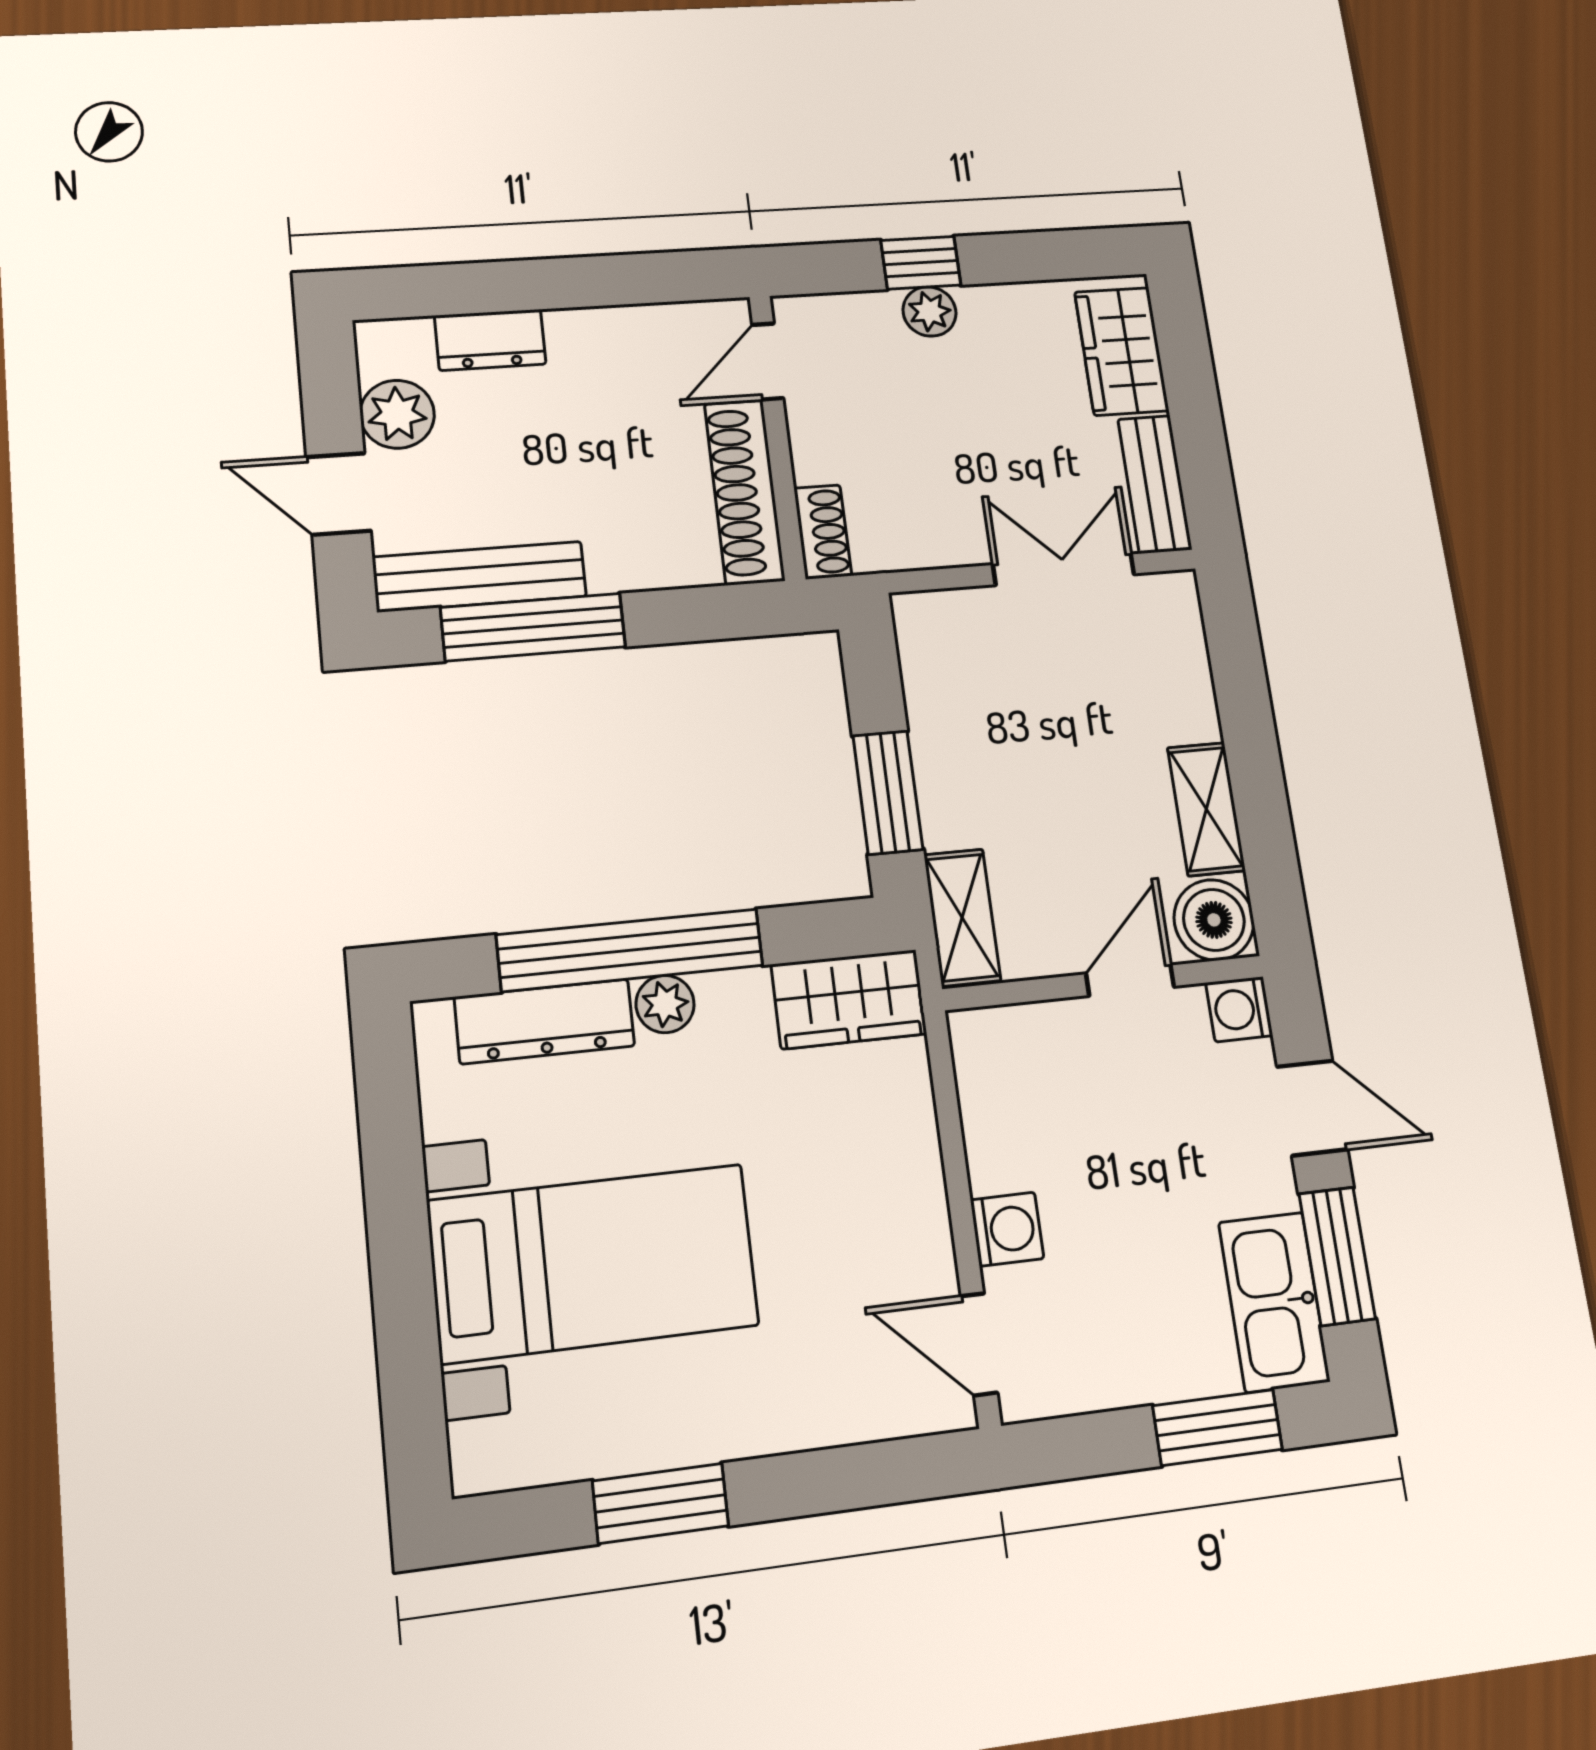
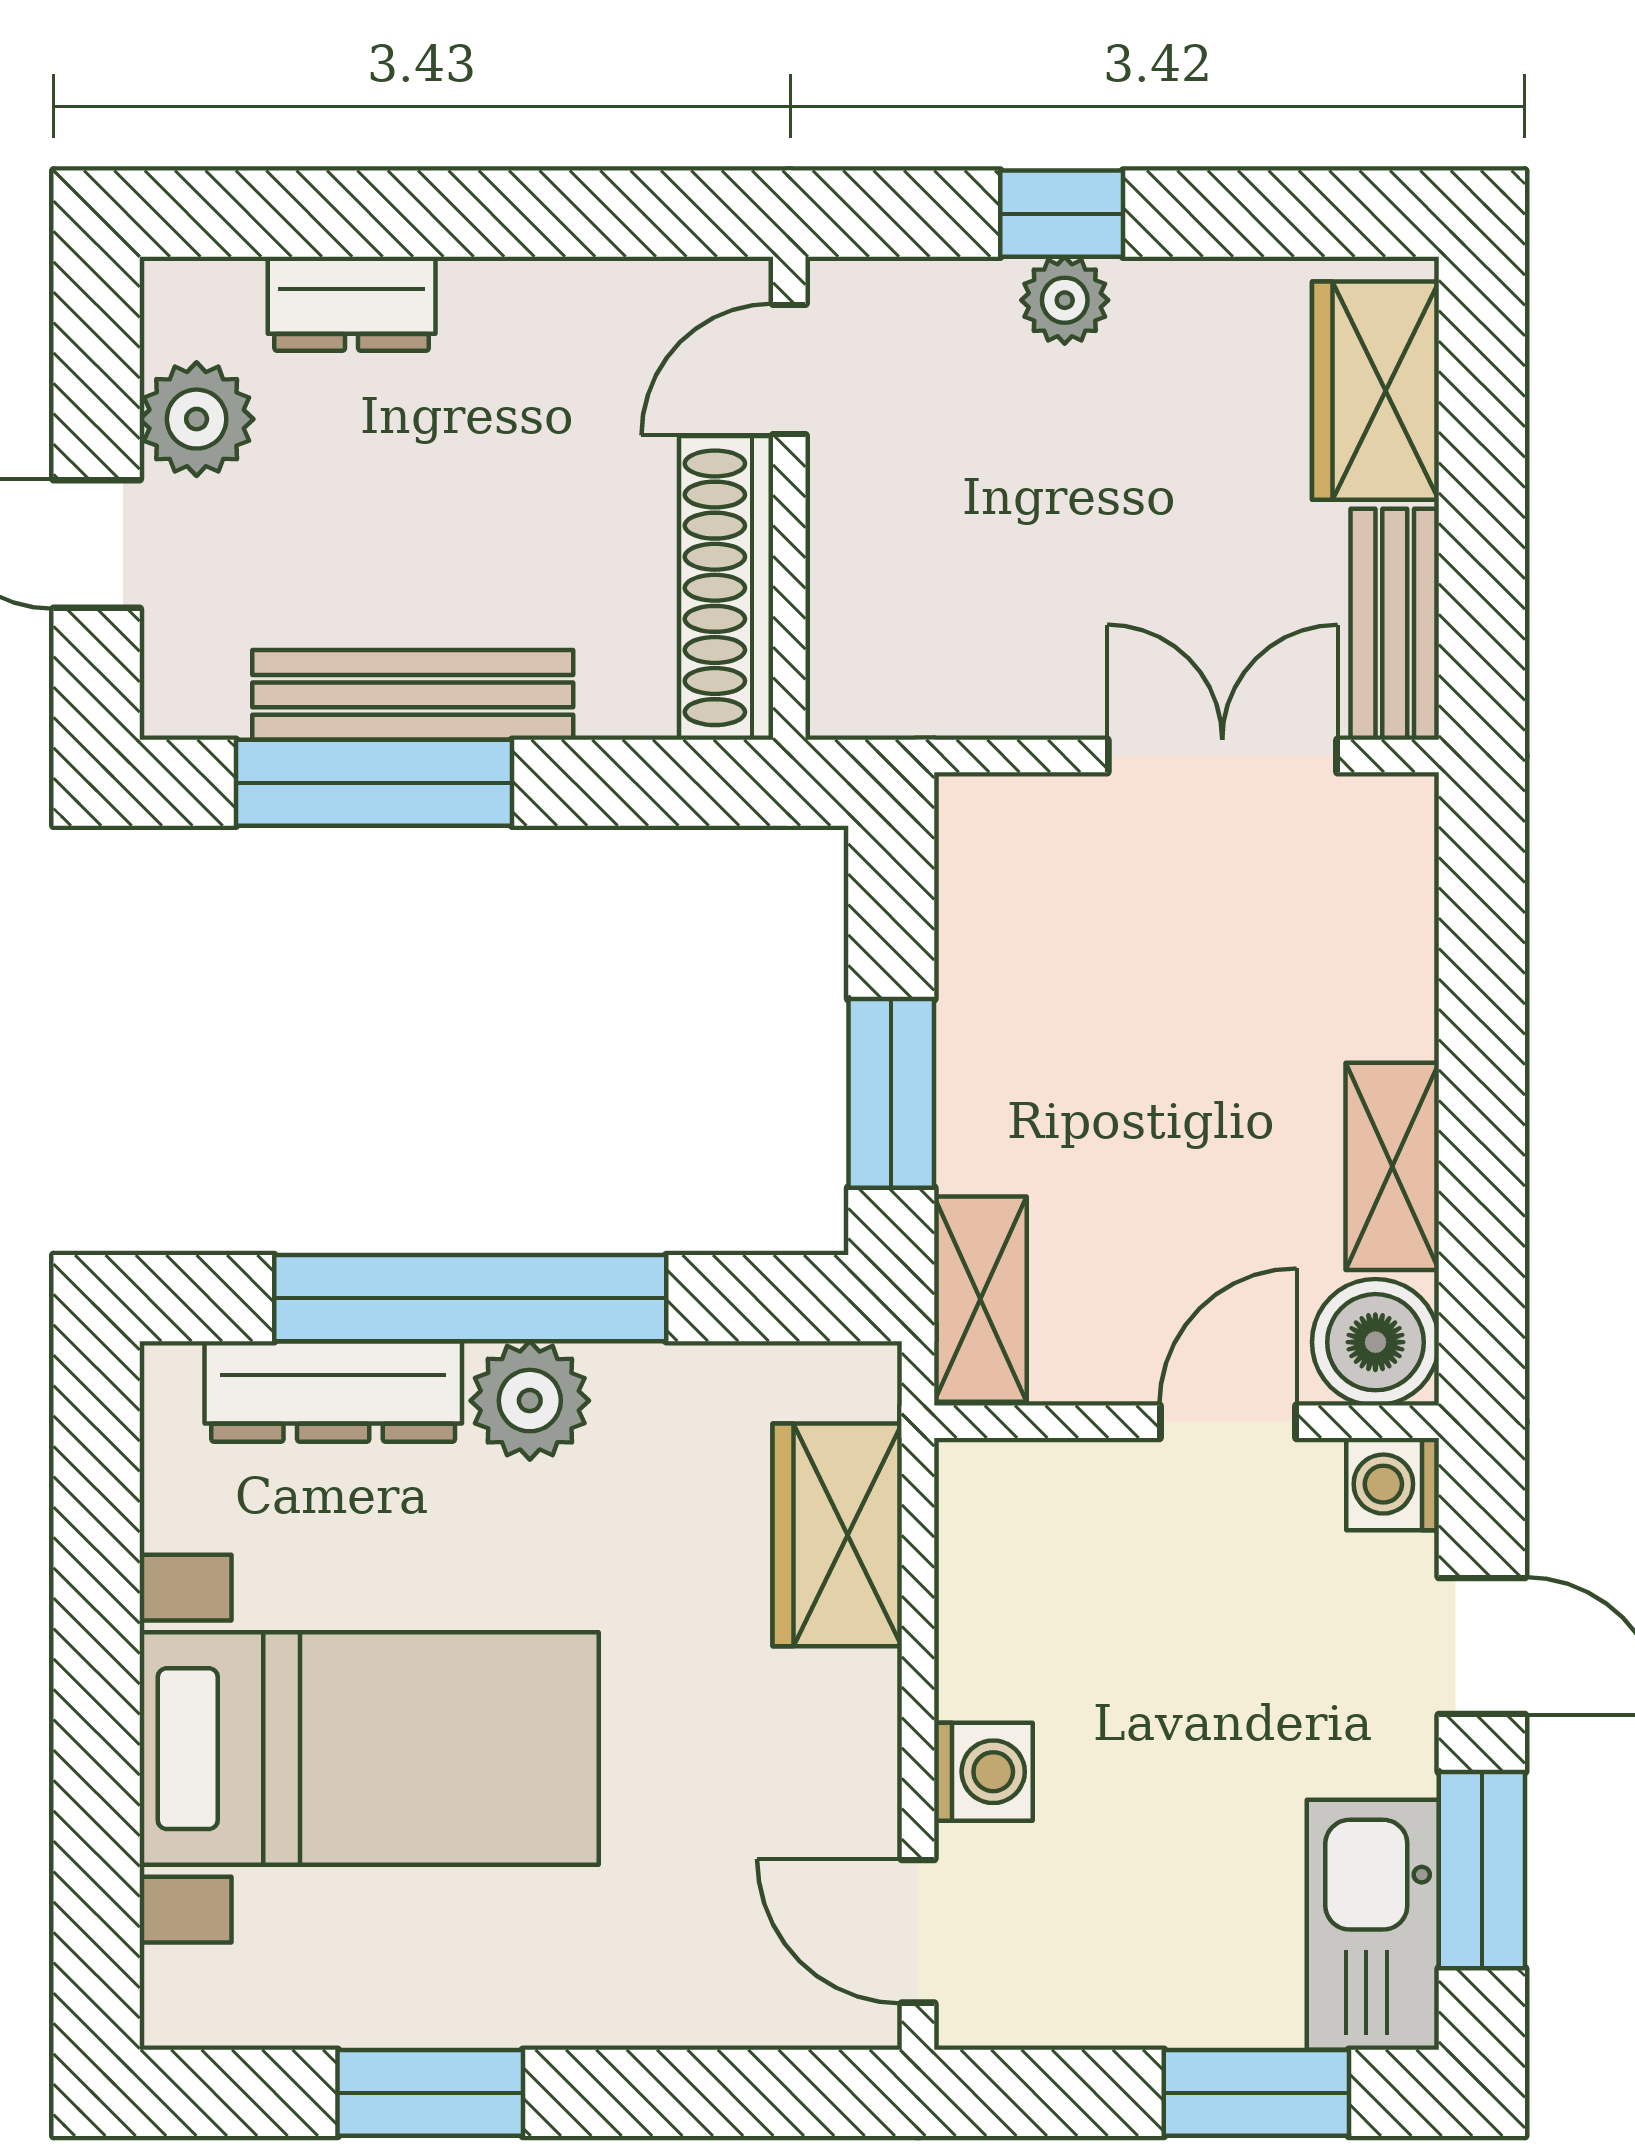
shoe rack: (823, 532) -> (842, 663), removed
bench: (480, 577) -> (413, 695), moved
wardrobe: (849, 999) -> (837, 1535), moved, turned 90
plant: (665, 1004) -> (530, 1401), width x1.38, depth x1.38

